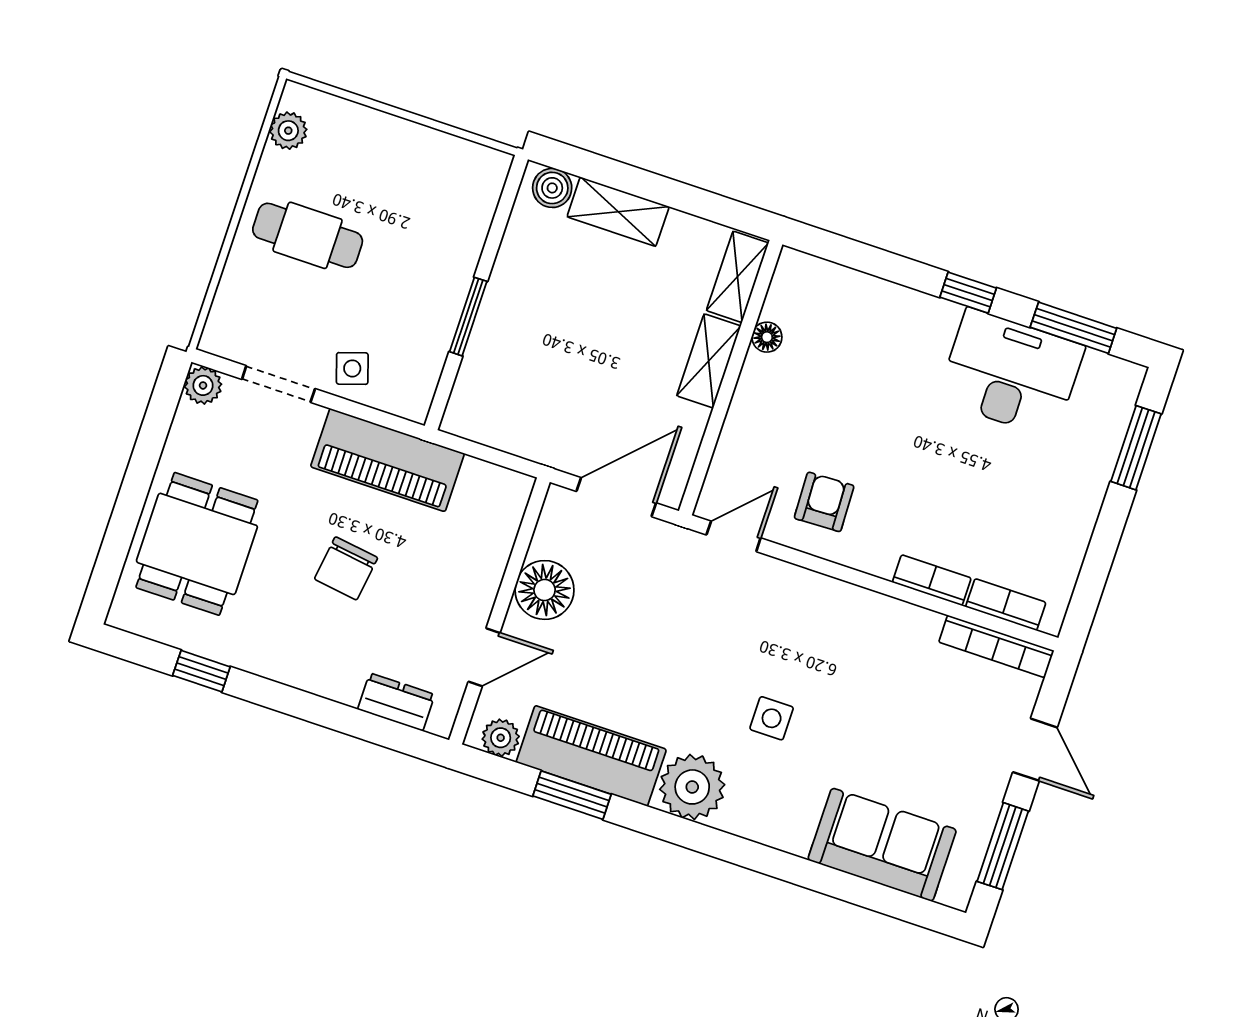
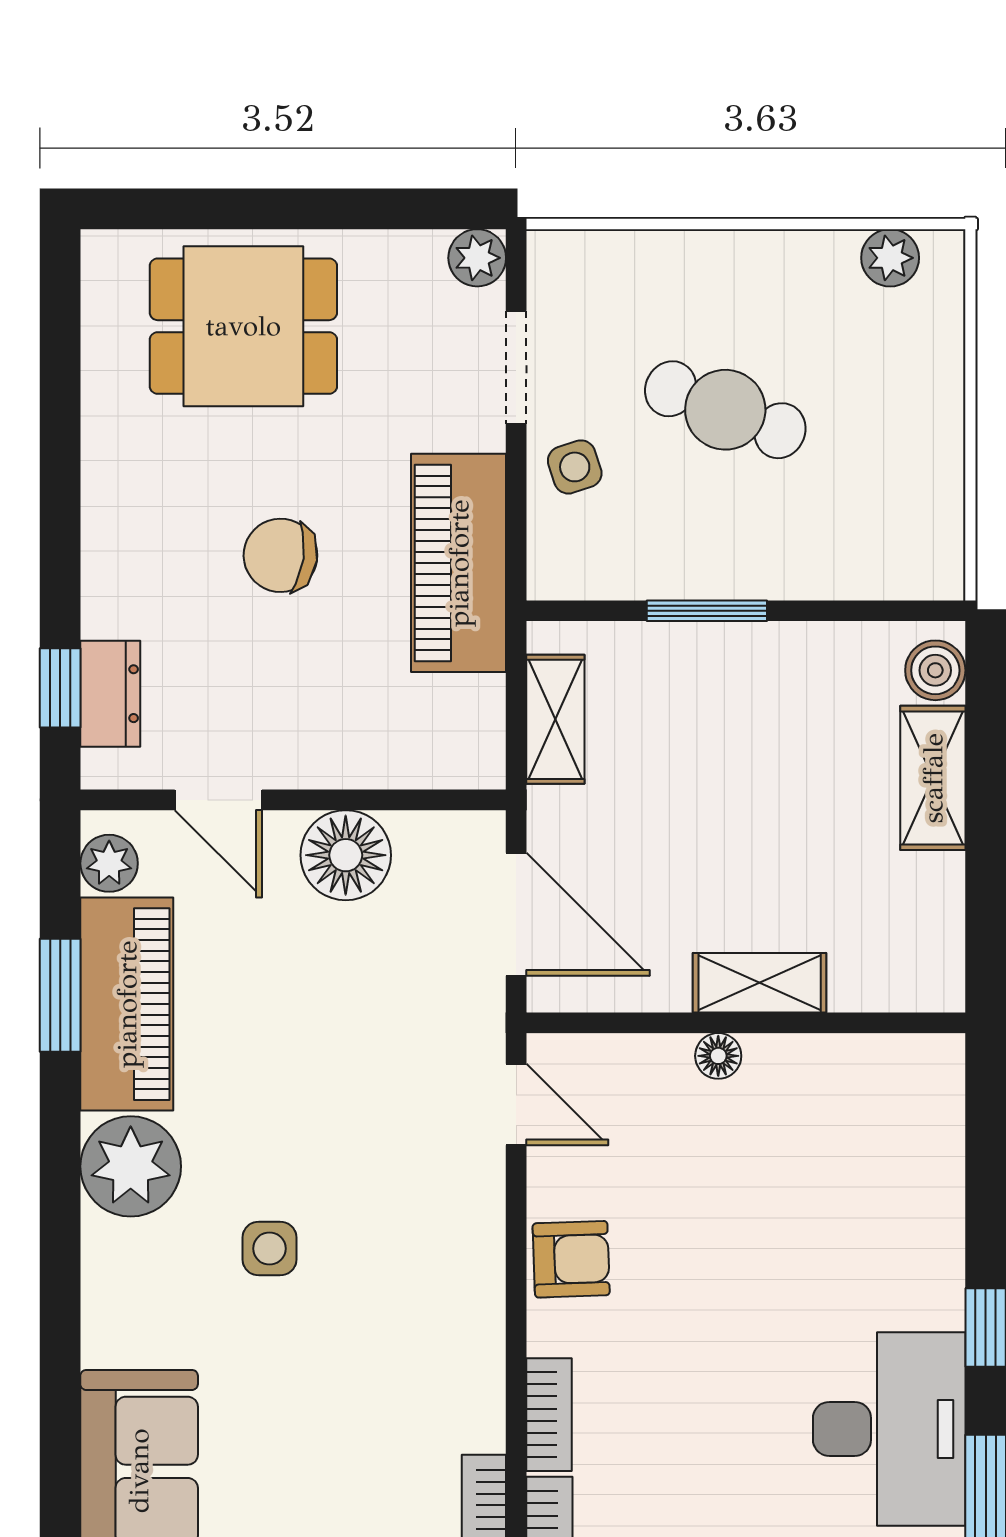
cafe table: (308, 235) -> (725, 410), moved, turned -69
shelving: (737, 277) -> (555, 719), moved, turned 90
floor lamp: (767, 337) -> (718, 1056), moved
armchair: (824, 502) -> (571, 1259), moved
window: (201, 671) -> (60, 688), moved

